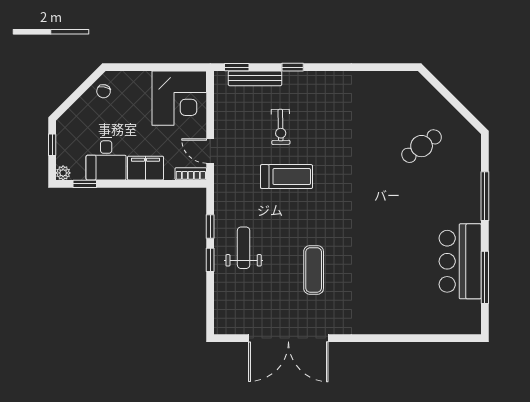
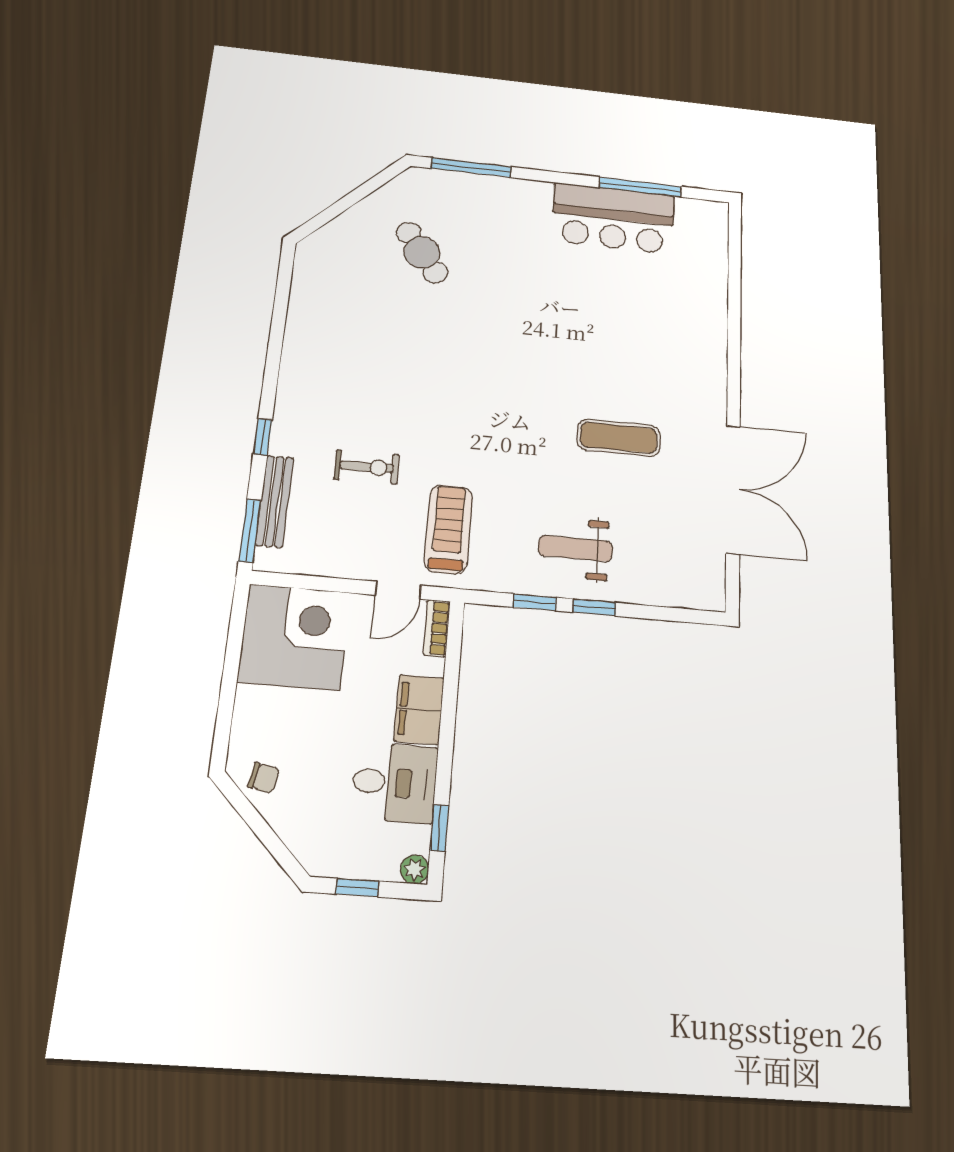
window: (237, 67) -> (250, 531), width x1.50
treadmill: (286, 177) -> (448, 529), moved
window: (485, 196) -> (471, 168), moved

